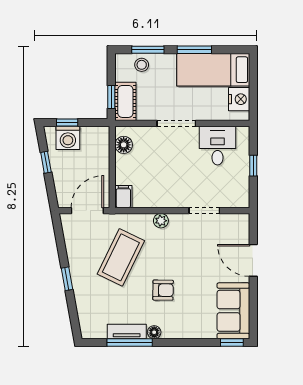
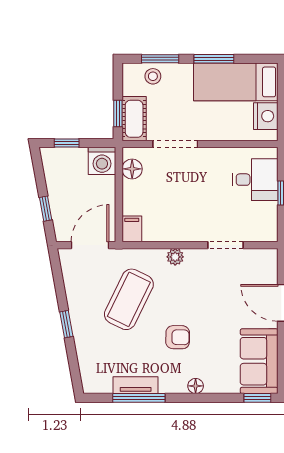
doorway: (176, 123) -> (175, 144), moved
washing machine: (68, 138) -> (102, 161), moved
desk: (217, 146) -> (255, 180), moved, turned 90
window: (46, 162) -> (46, 209), moved
floor lamp: (154, 332) -> (196, 386), moved

